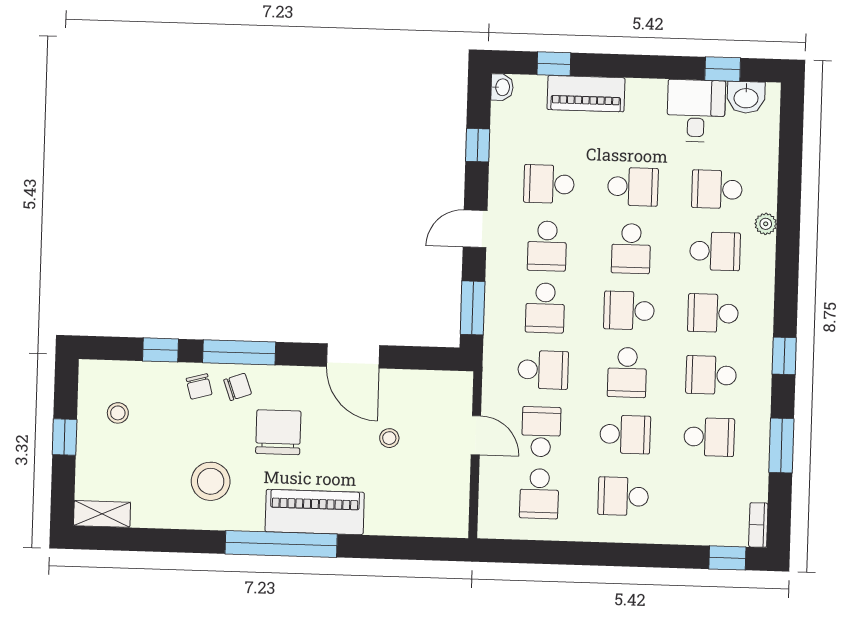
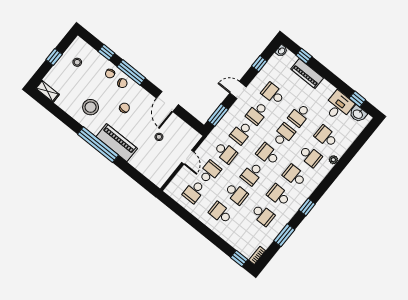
school desk: (633, 187) -> (299, 115), turned 90
school desk: (631, 249) -> (284, 135), turned 180
chair: (278, 432) -> (124, 108), width x0.54, depth x0.54

